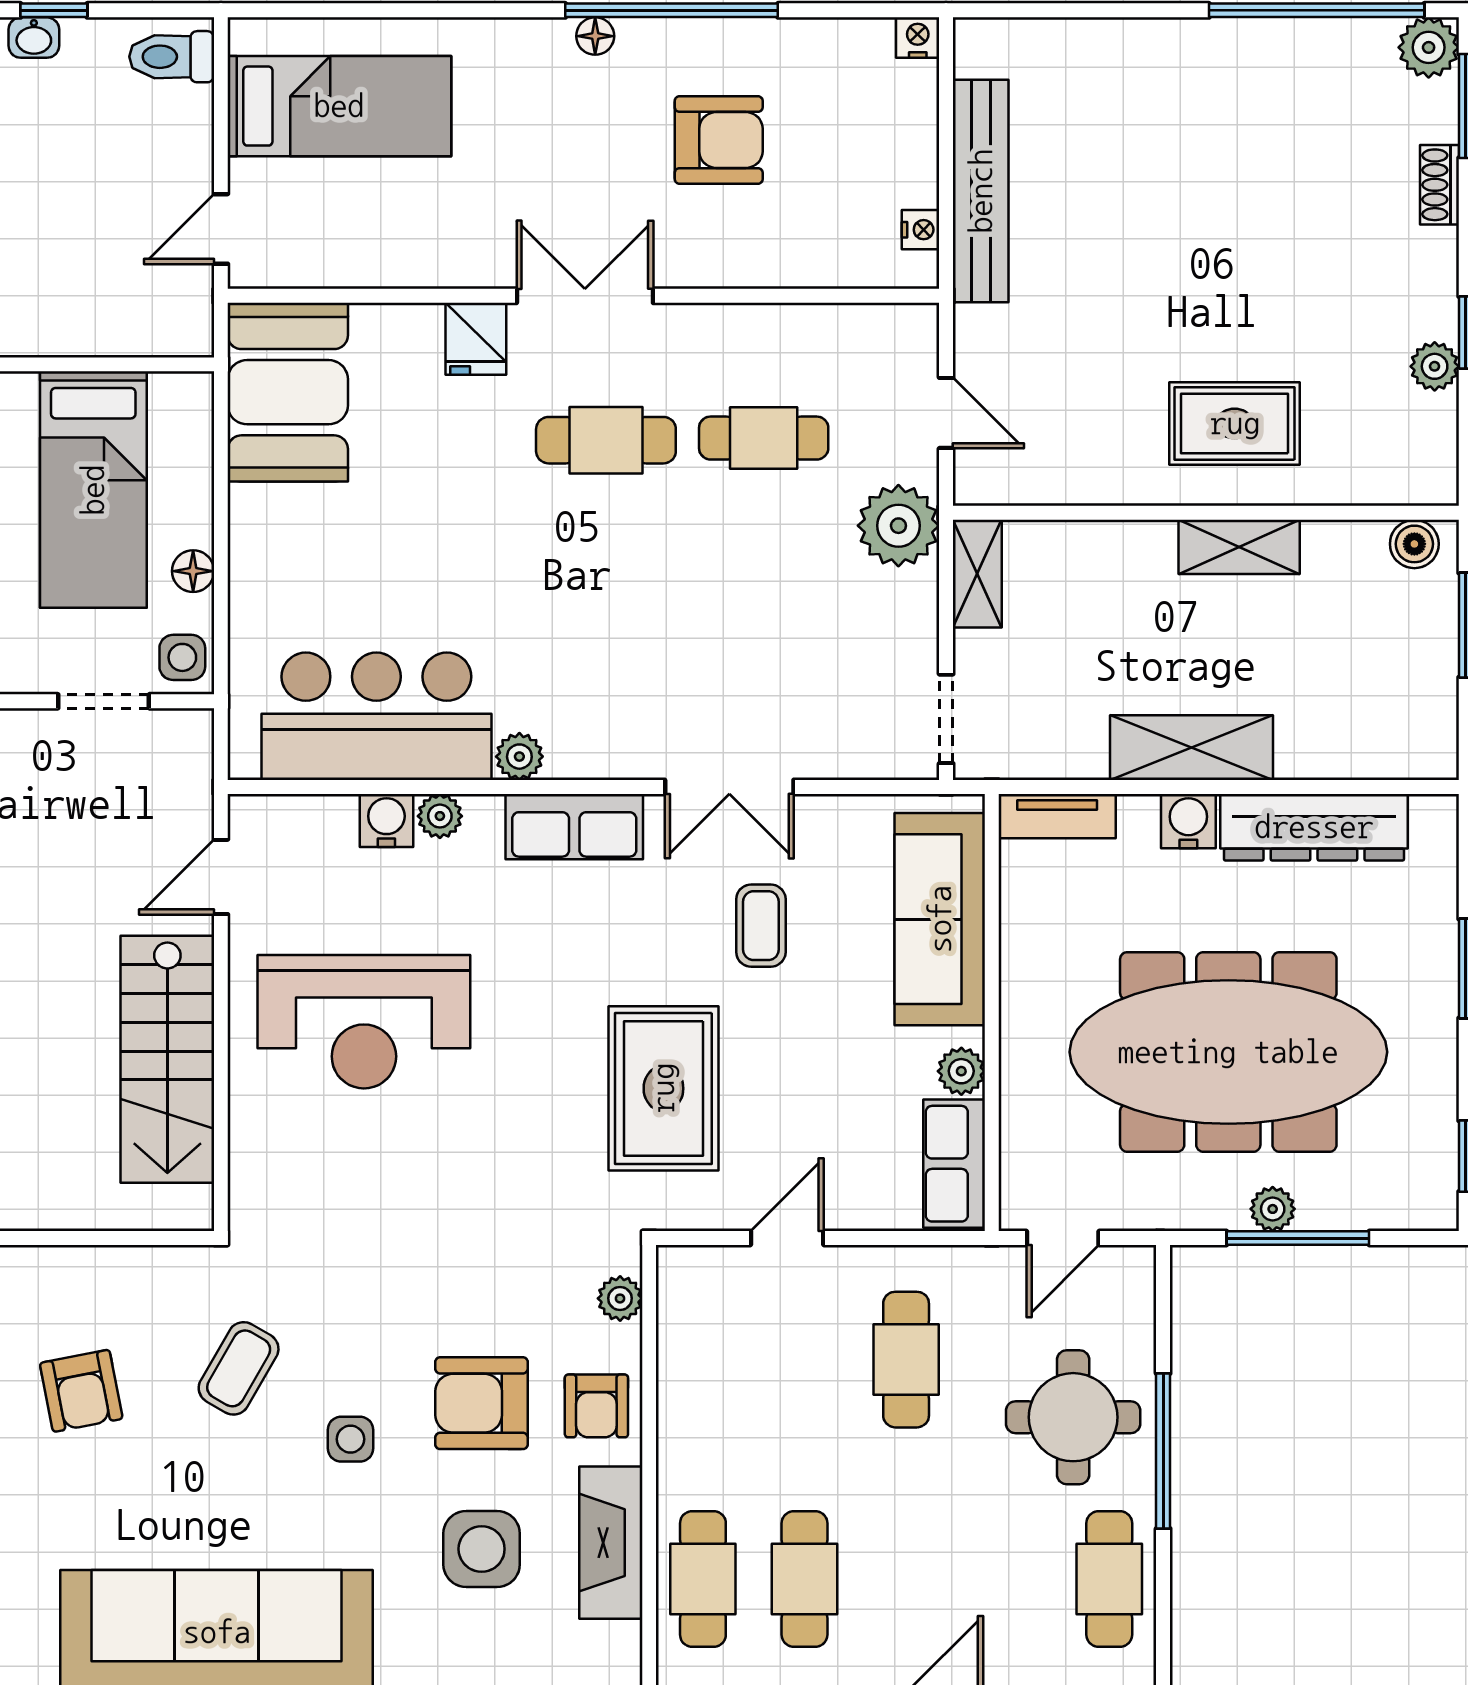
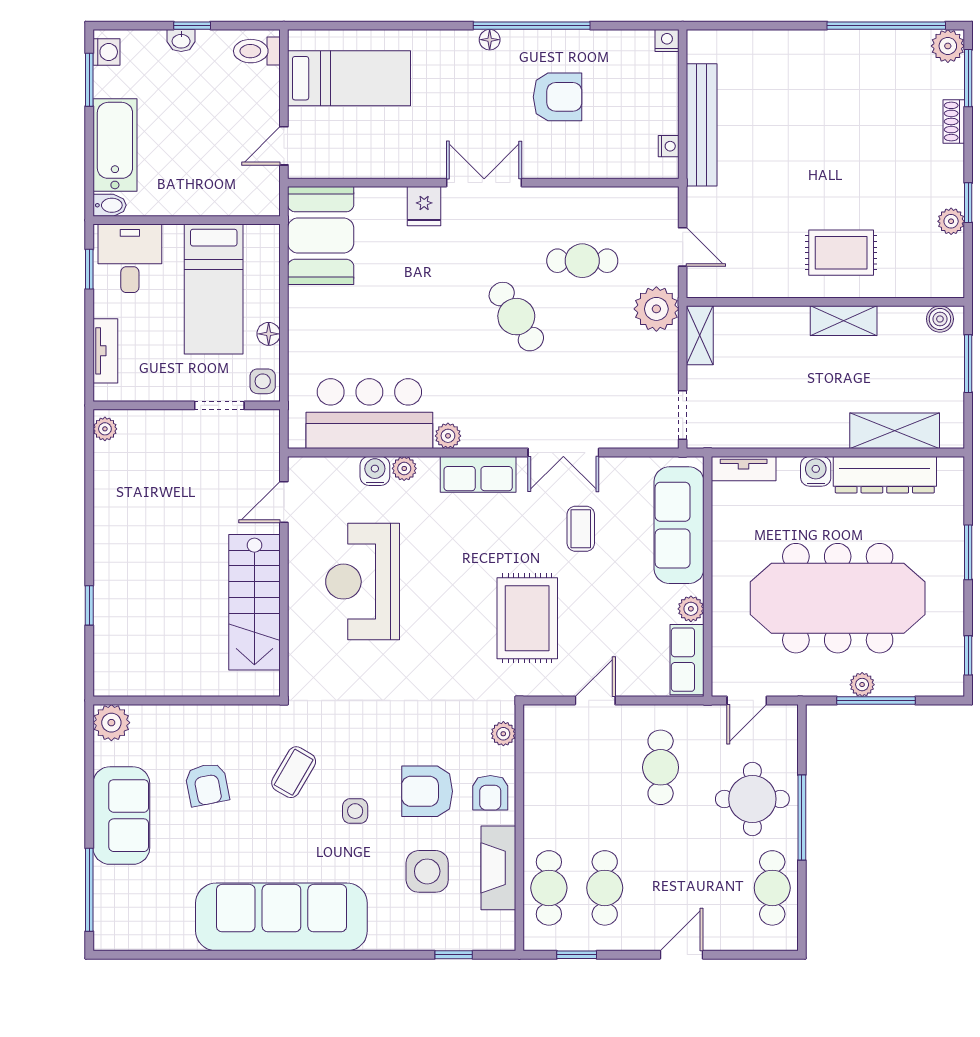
cafe table: (606, 440) -> (516, 317), moved, turned 57
shelving: (1191, 748) -> (895, 431), moved
reception desk: (364, 1022) -> (363, 582), turned 90

